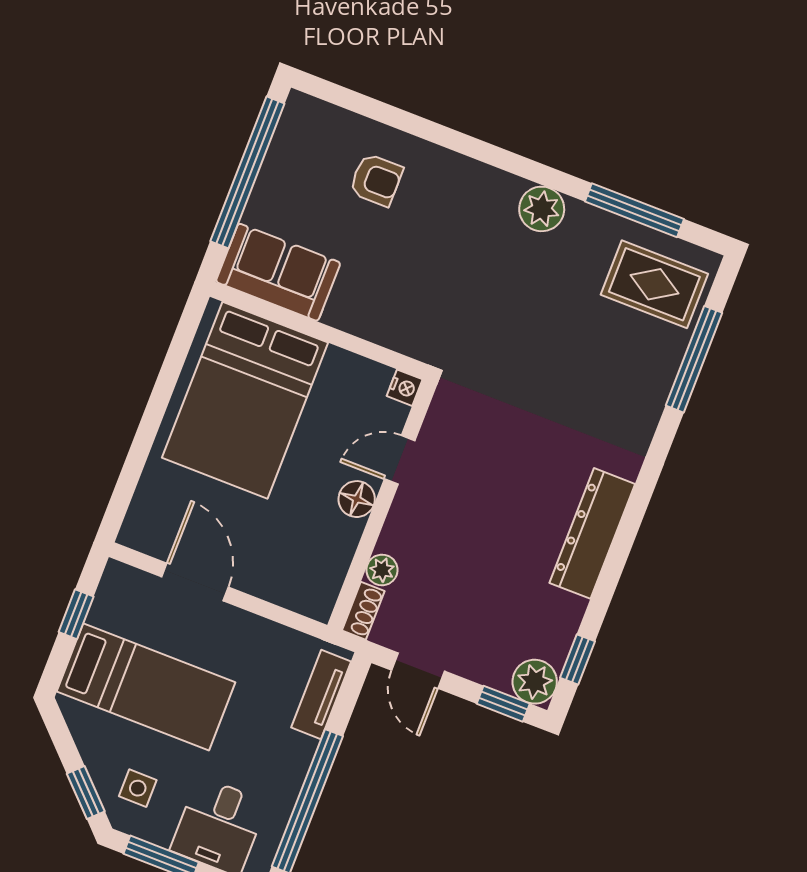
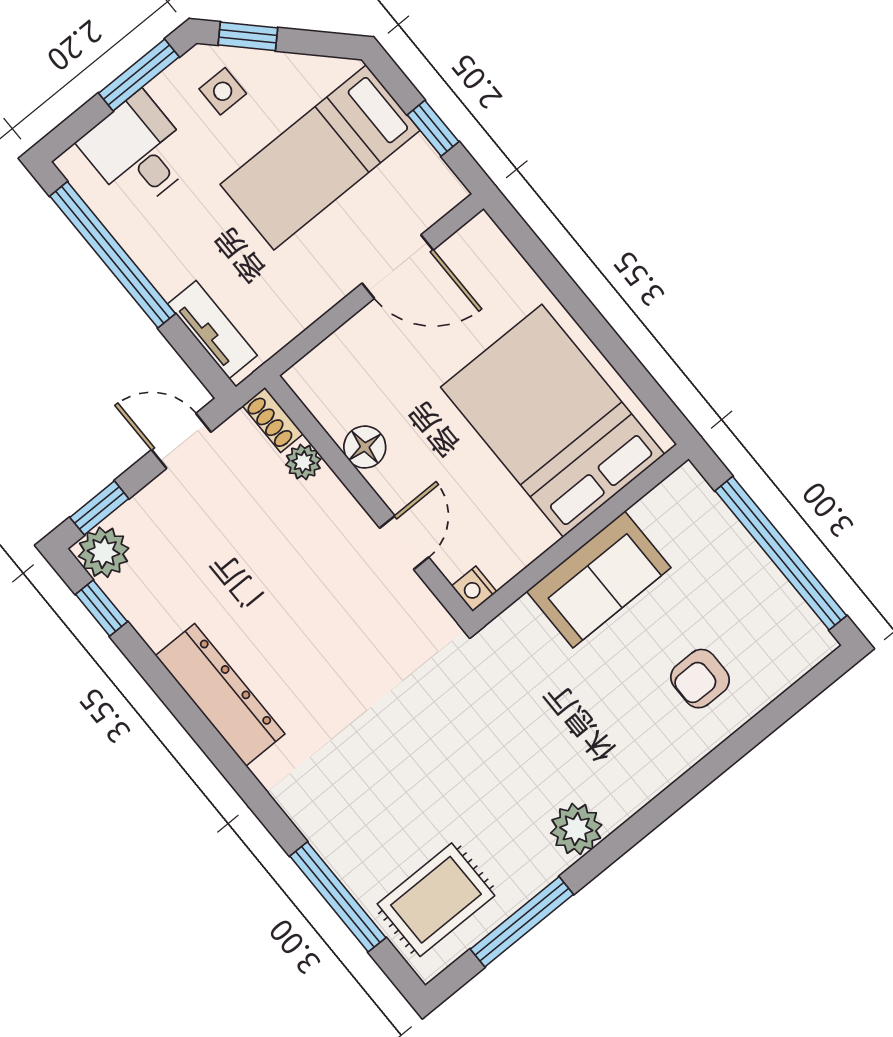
sofa: (278, 272) -> (599, 579), moved
floor lamp: (357, 499) -> (365, 447), moved

